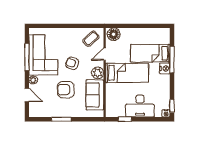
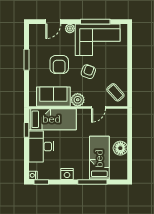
floor lamp: (114, 34) -> (120, 148), moved
door: (105, 54) -> (98, 108), swing flipped
nightstand: (165, 69) -> (67, 174), moved
bed: (127, 73) -> (52, 119), moved, turned -90
armchair: (66, 90) -> (59, 64), turned 180

